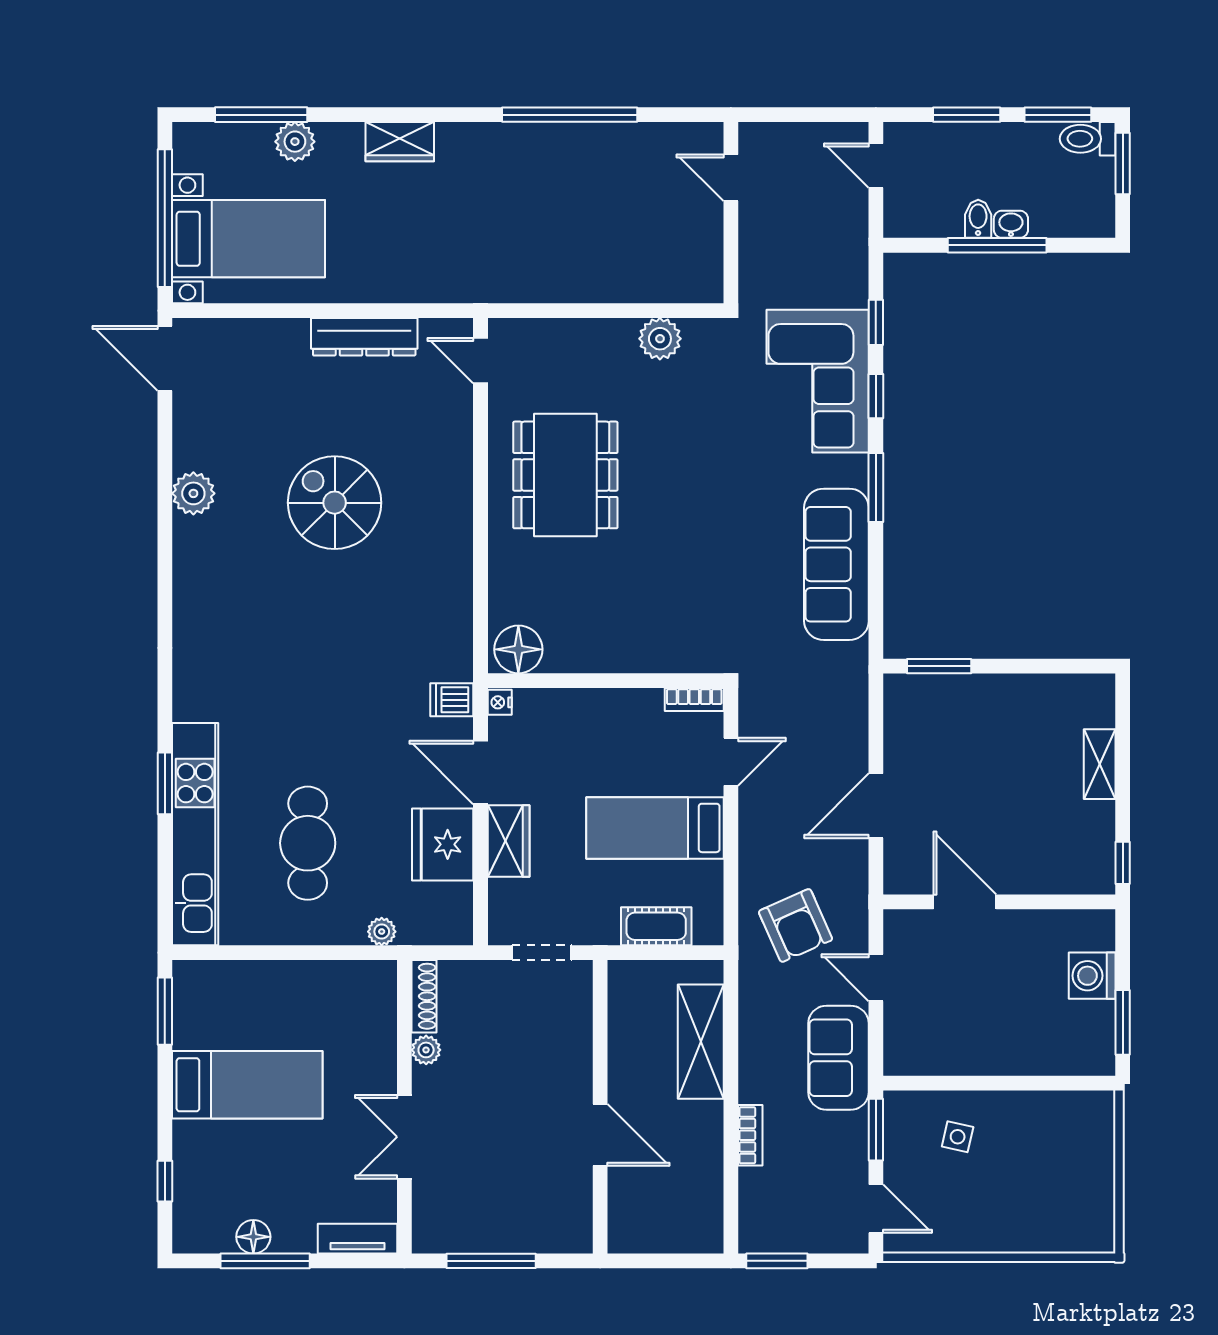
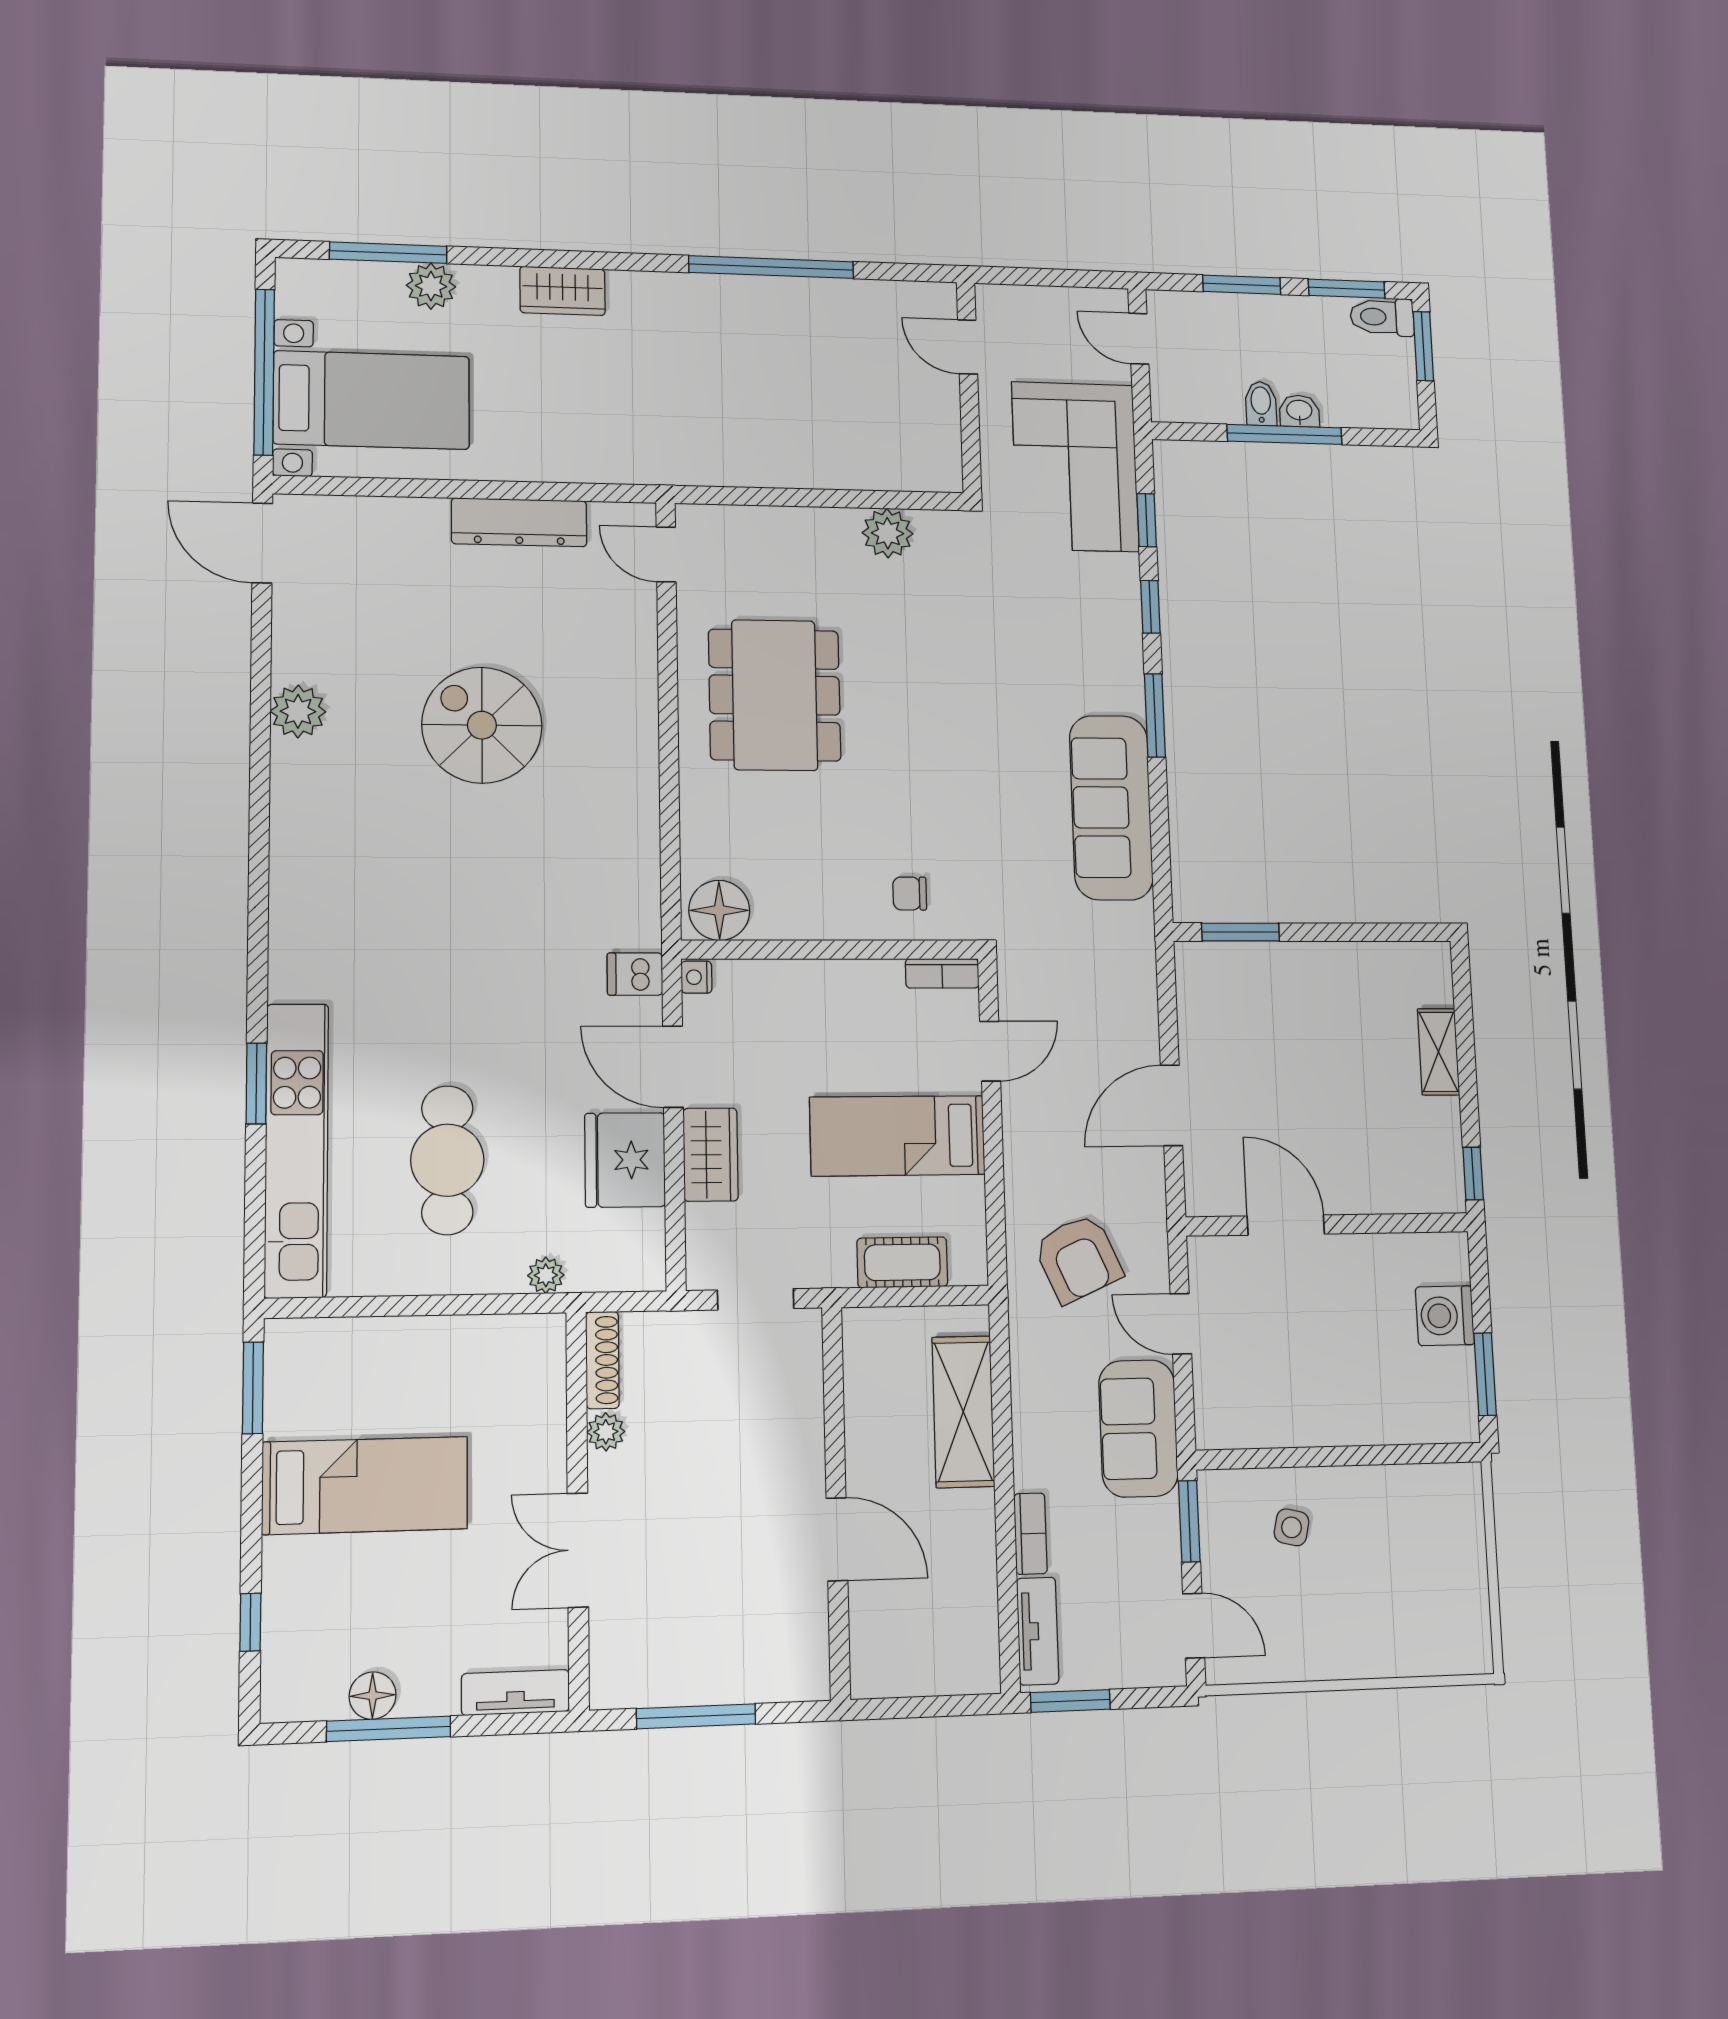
corner sofa: (818, 381) -> (1075, 467), moved
chair: (670, 635) -> (910, 894), added
tv unit: (753, 1208) -> (1038, 1631), added

